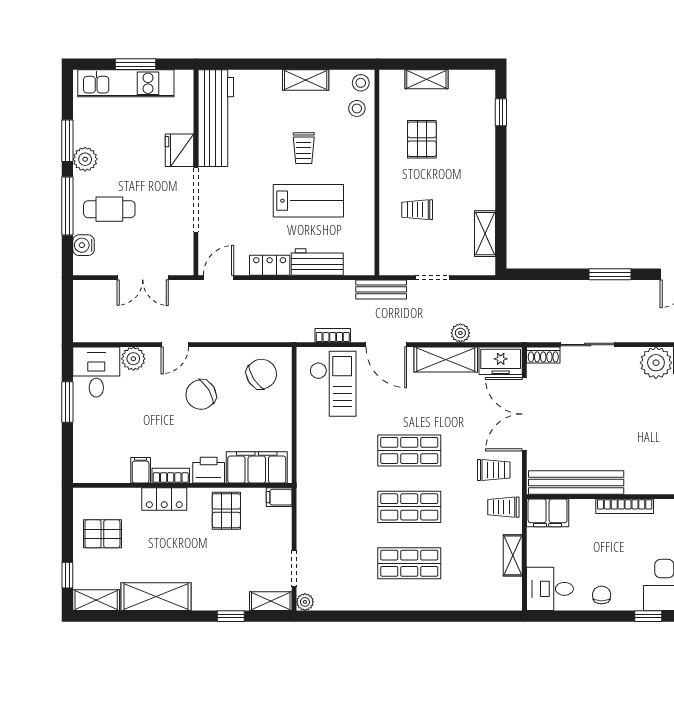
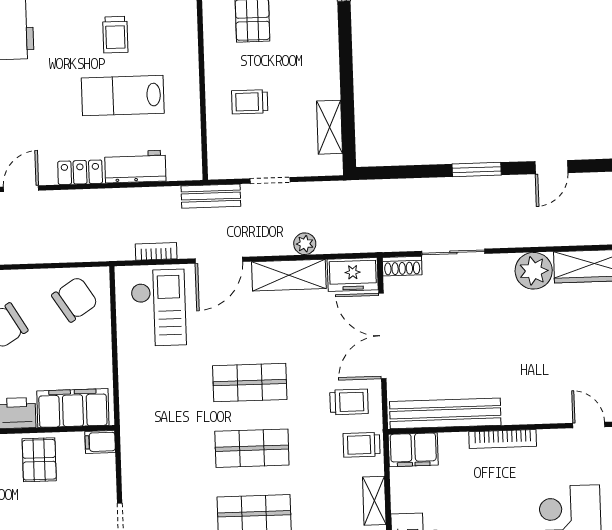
lab bench: (308, 201) -> (123, 96), turned 180
door: (386, 345) -> (219, 260), hinge flipped

